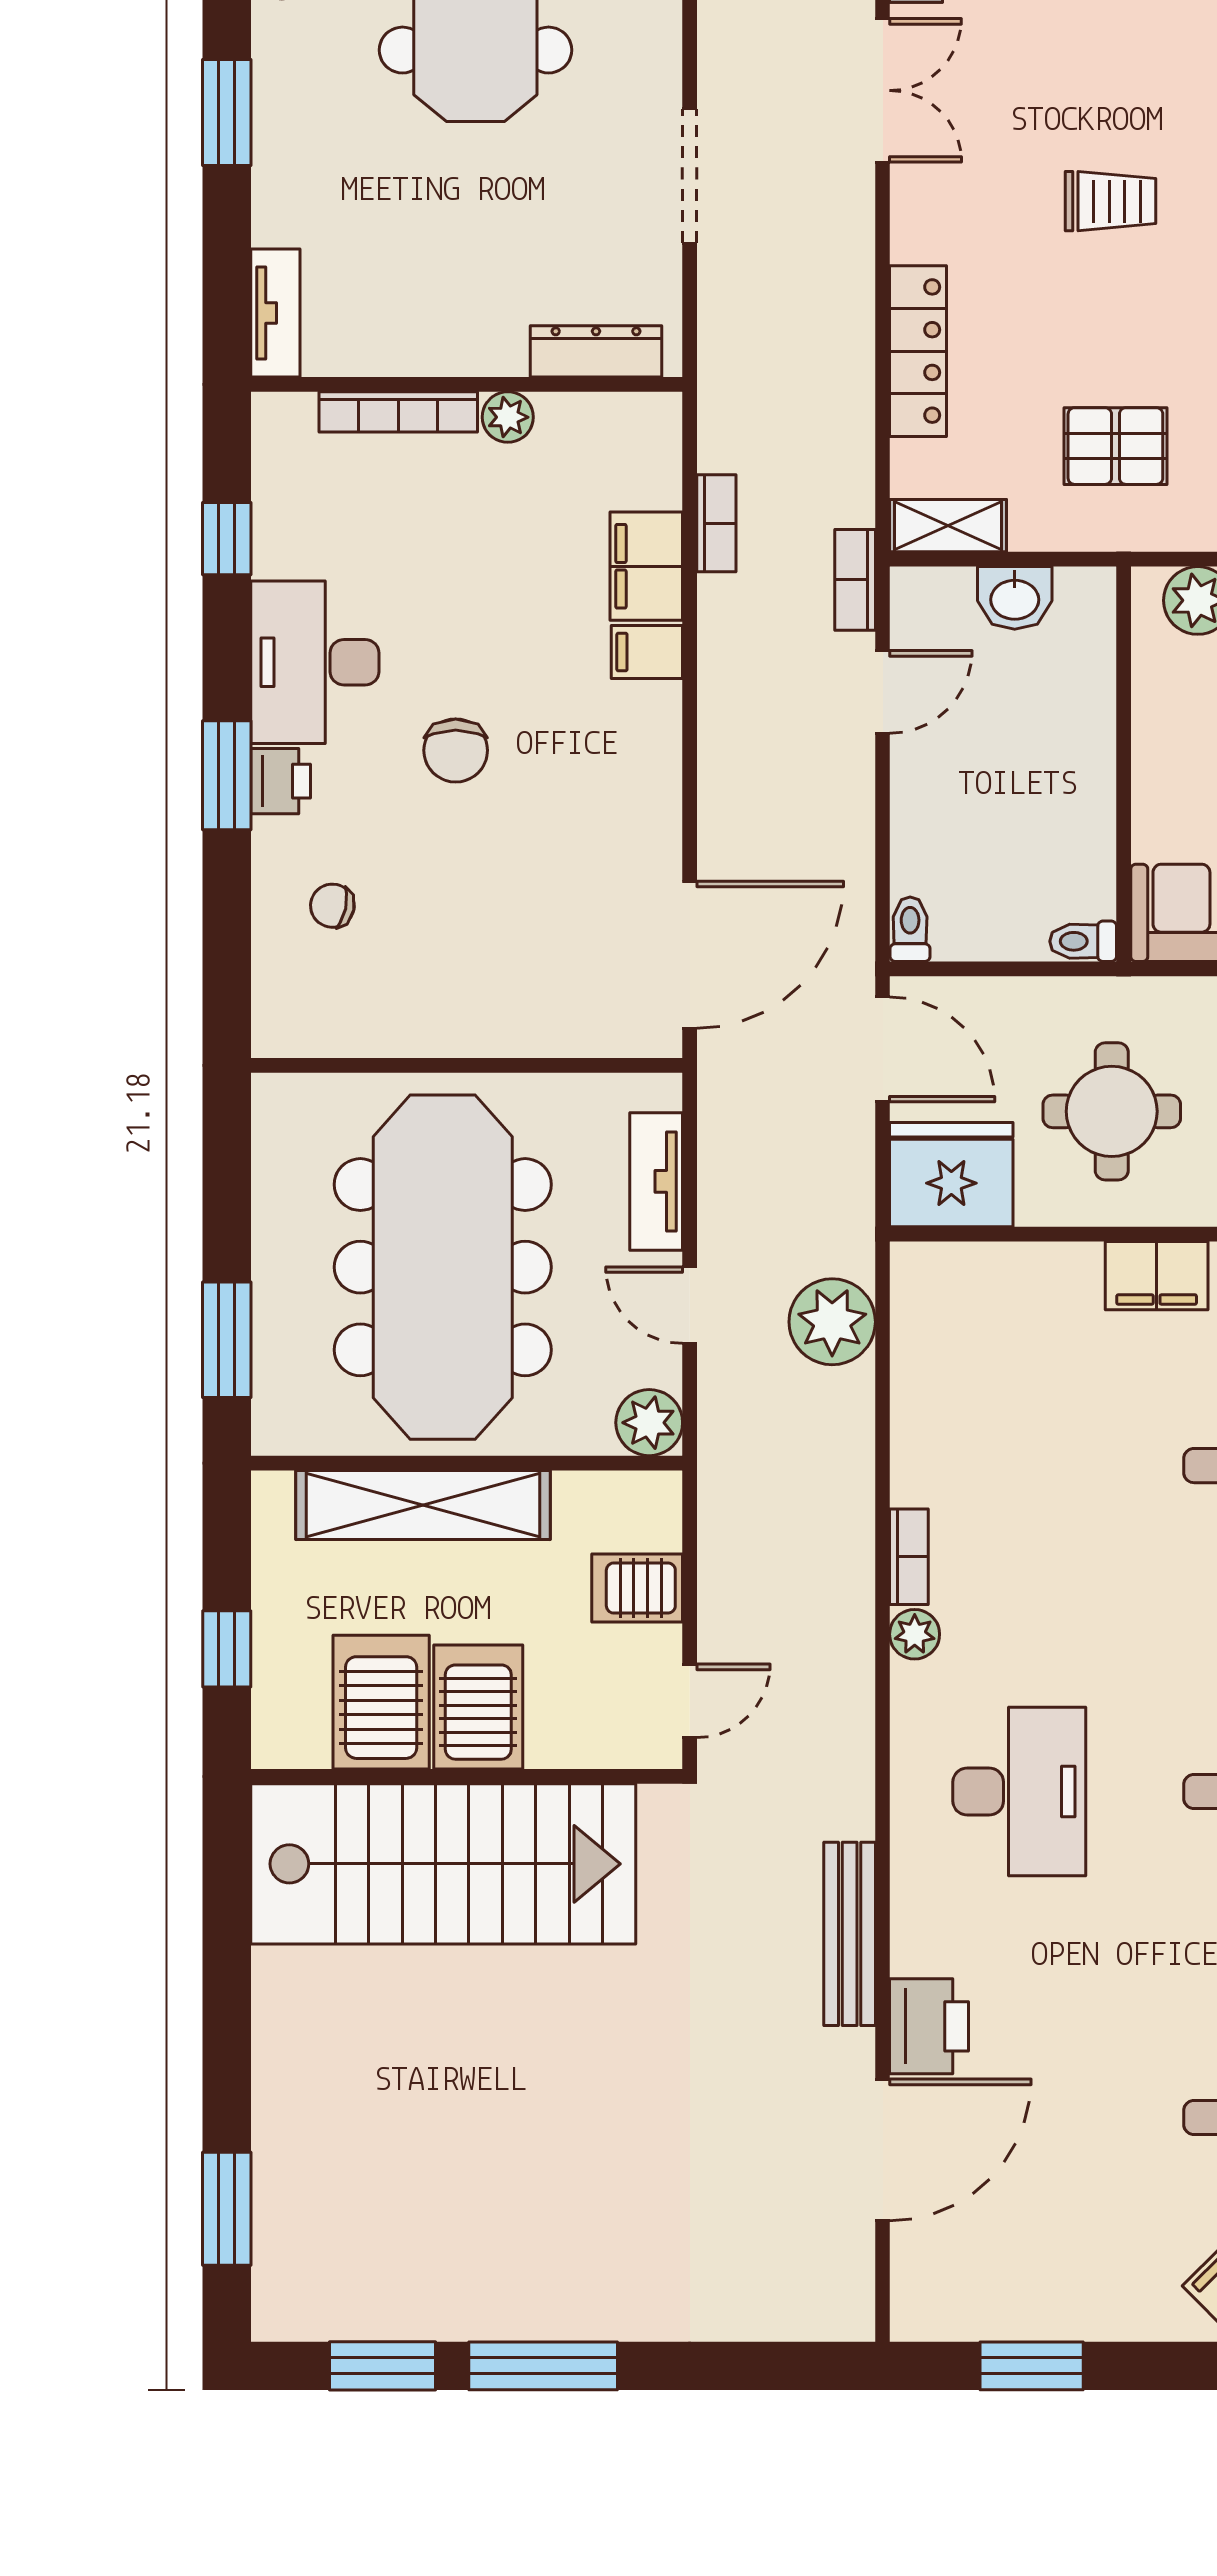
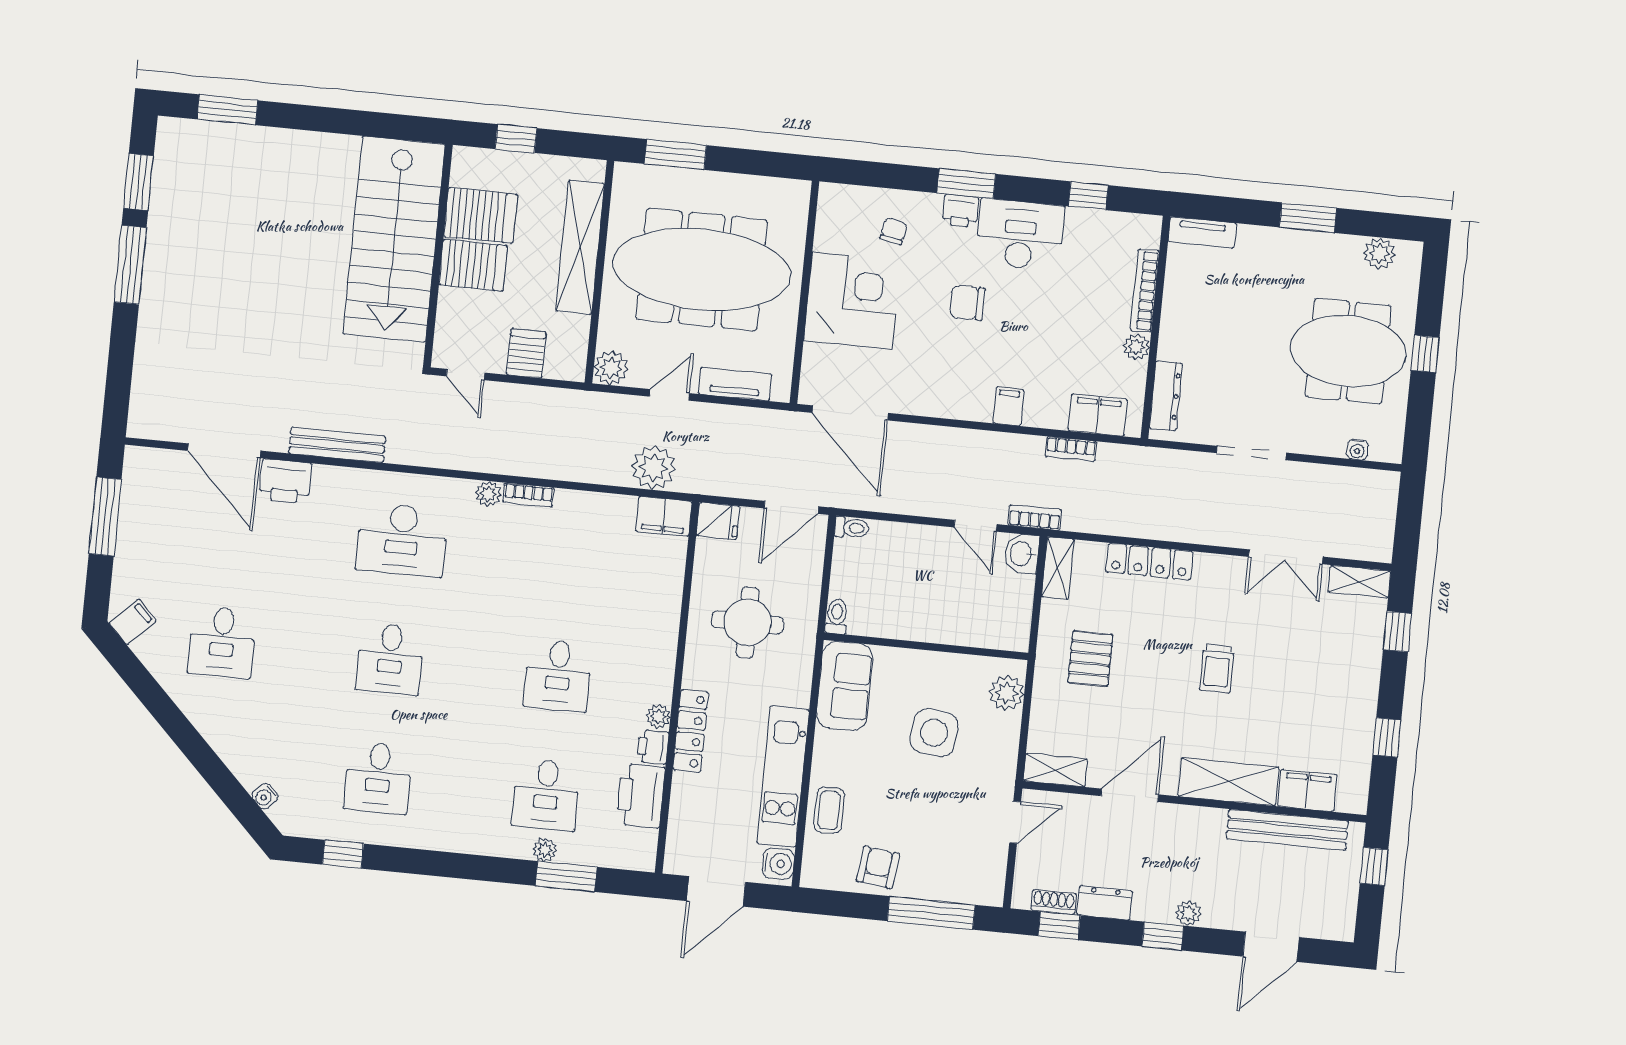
filing cabinet: (646, 566) -> (1098, 415), moved
washbasin: (1015, 598) -> (1022, 554), moved
corner desk: (474, 972) -> (852, 301), added
fridge: (951, 1175) -> (718, 521), width x0.53, depth x0.75
filing cabinet: (1157, 1276) -> (664, 516), moved, turned -90
window: (1032, 2366) -> (105, 517), width x1.44

